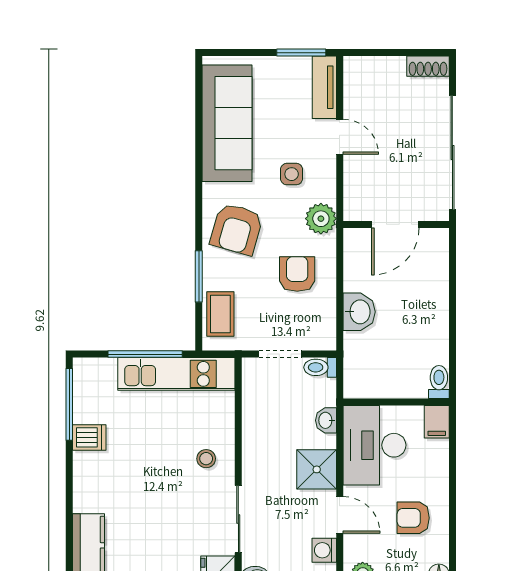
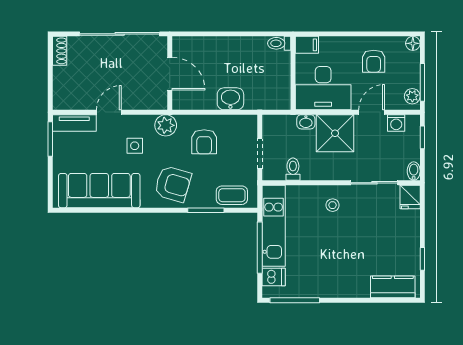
armchair: (297, 274) -> (204, 142), turned -90
toilet: (320, 367) -> (293, 169), moved, turned 180
dishwasher: (89, 437) -> (274, 277), moved, turned 90
shower: (317, 469) -> (335, 133), width x1.36, depth x1.36

